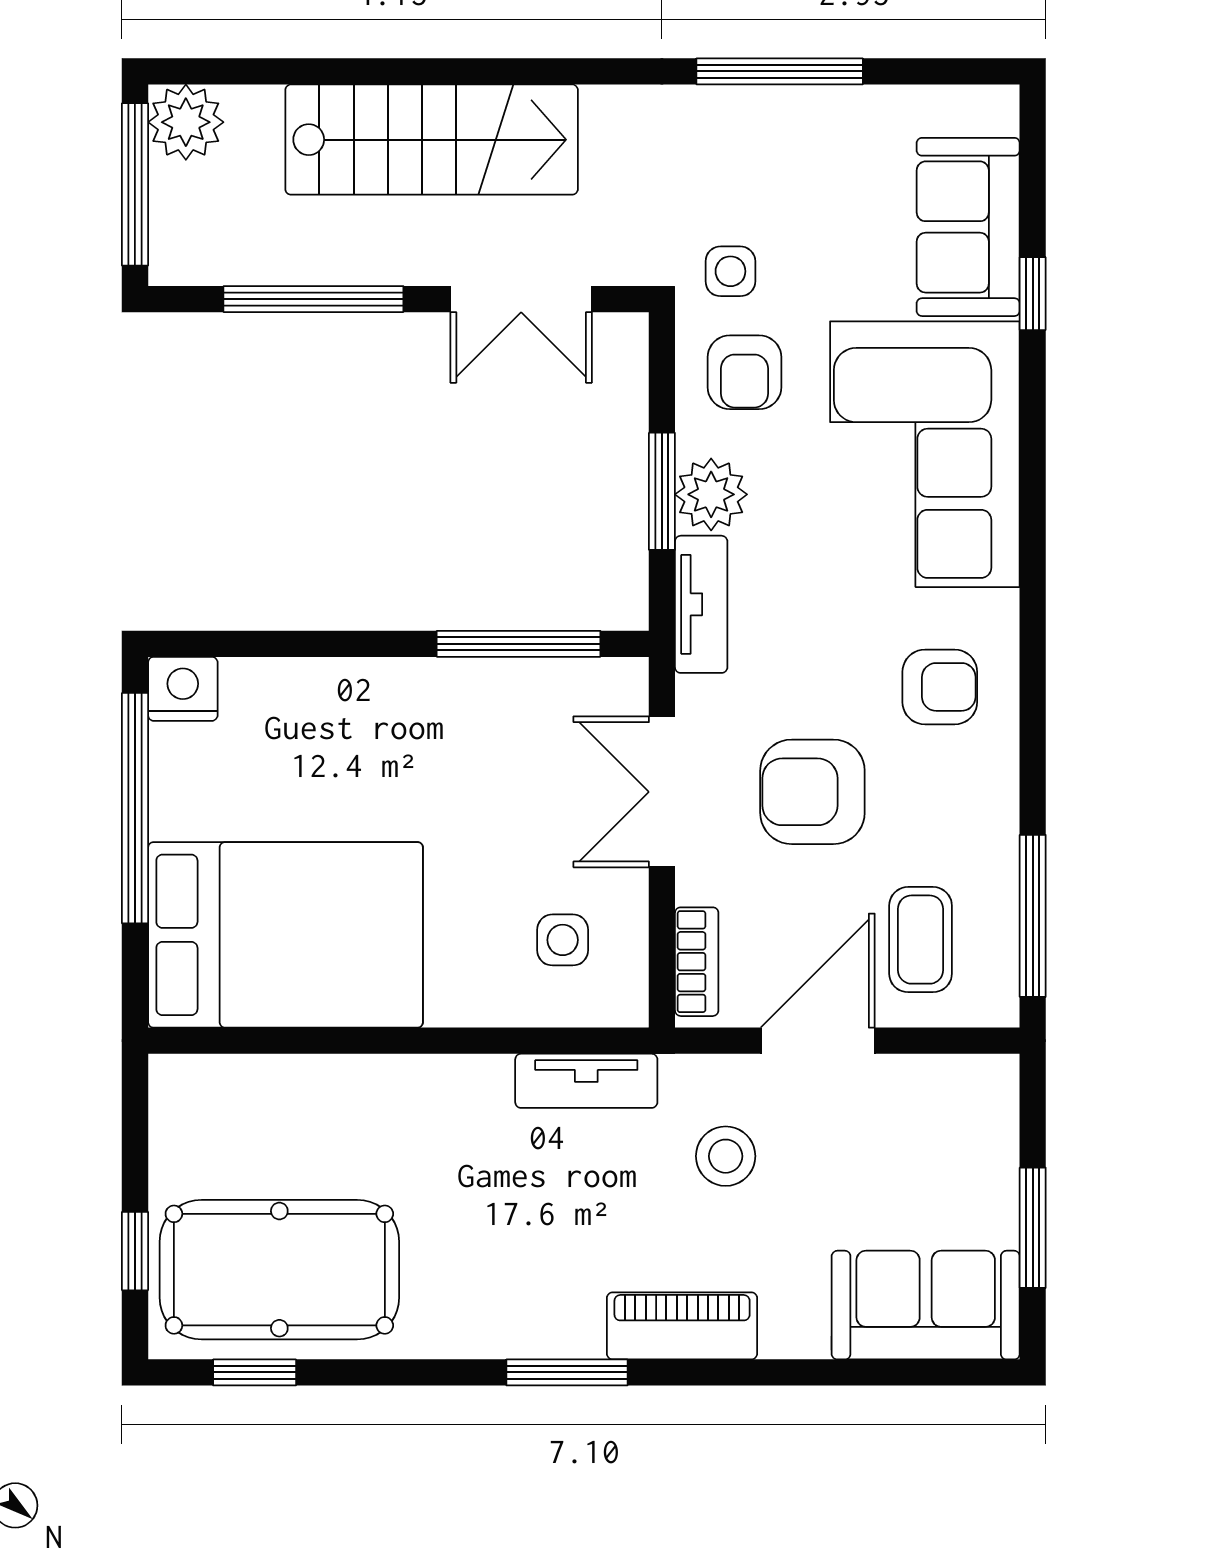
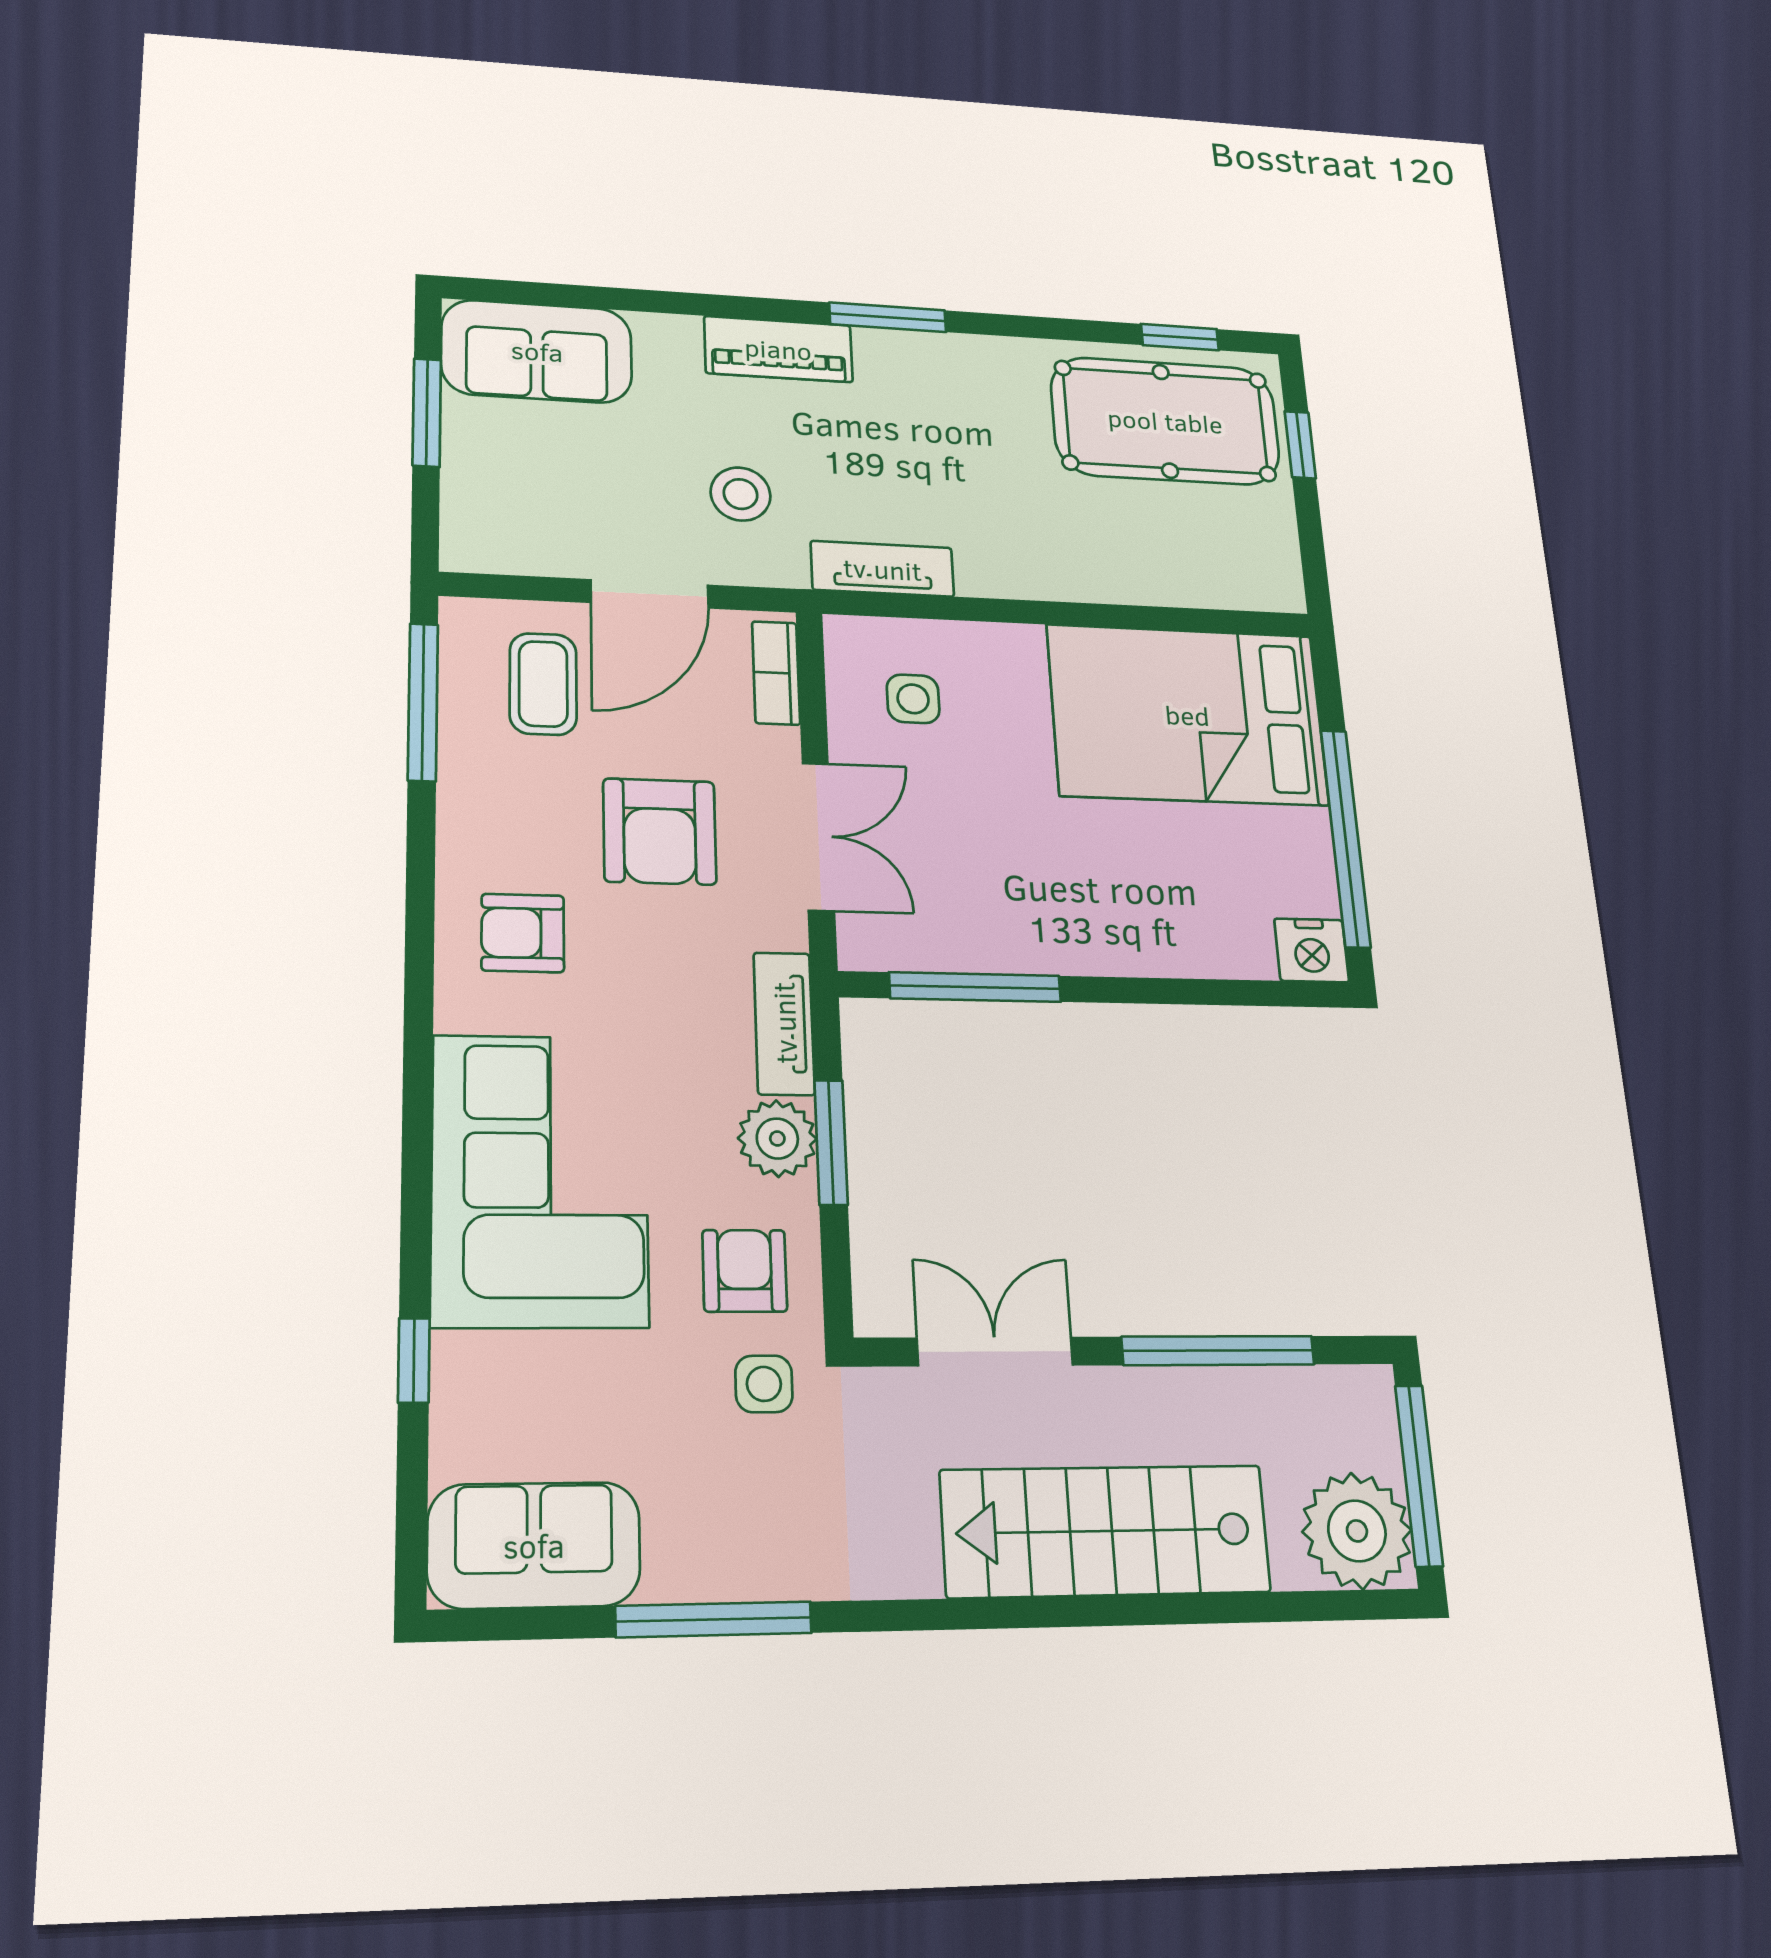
plant: (186, 122) -> (1357, 1531), width x1.36, depth x1.36
sofa: (968, 227) -> (534, 1545), moved, turned -90
armchair: (812, 792) -> (660, 831), turned 90

